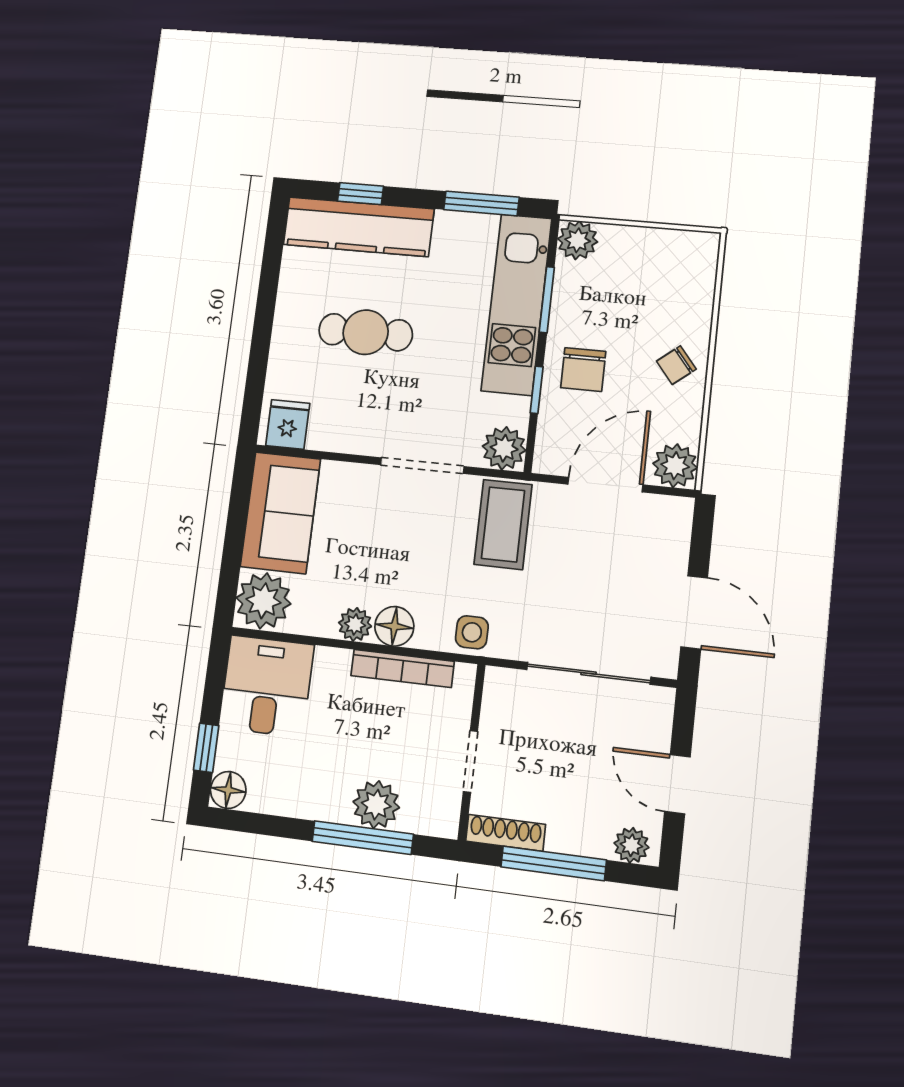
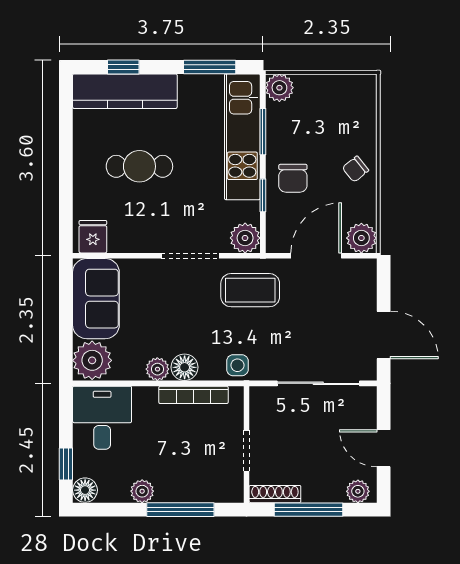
coffee table: (503, 524) -> (250, 290), turned 90
plant: (376, 805) -> (142, 491), moved, width x0.73, depth x0.73

